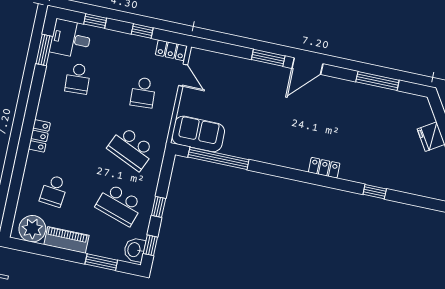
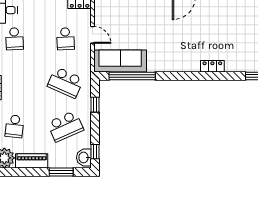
door: (183, 75) -> (92, 35), moved
sofa: (198, 134) -> (120, 61), width x1.36
school desk: (119, 205) -> (65, 126), turned -42
window: (159, 207) -> (95, 105), moved

